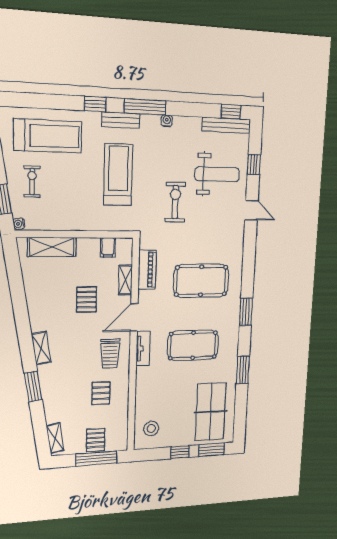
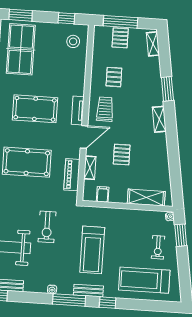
window: (180, 452) -> (66, 18), moved

